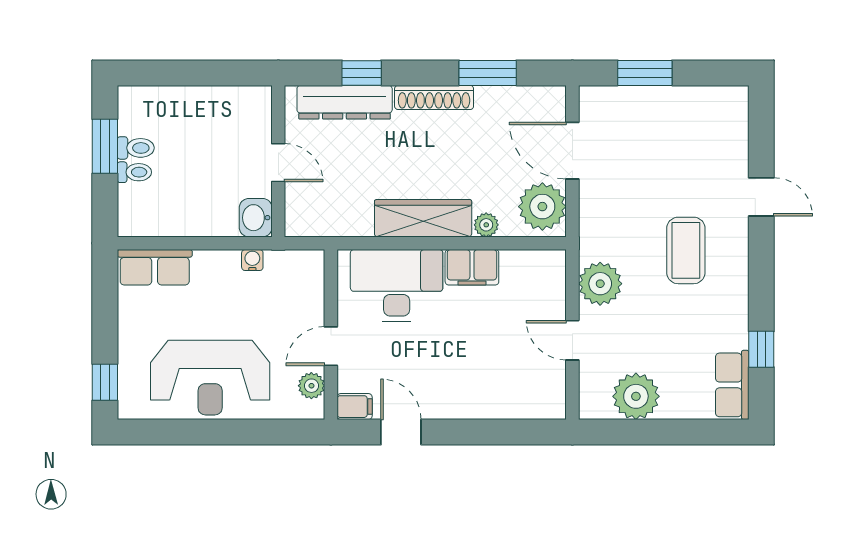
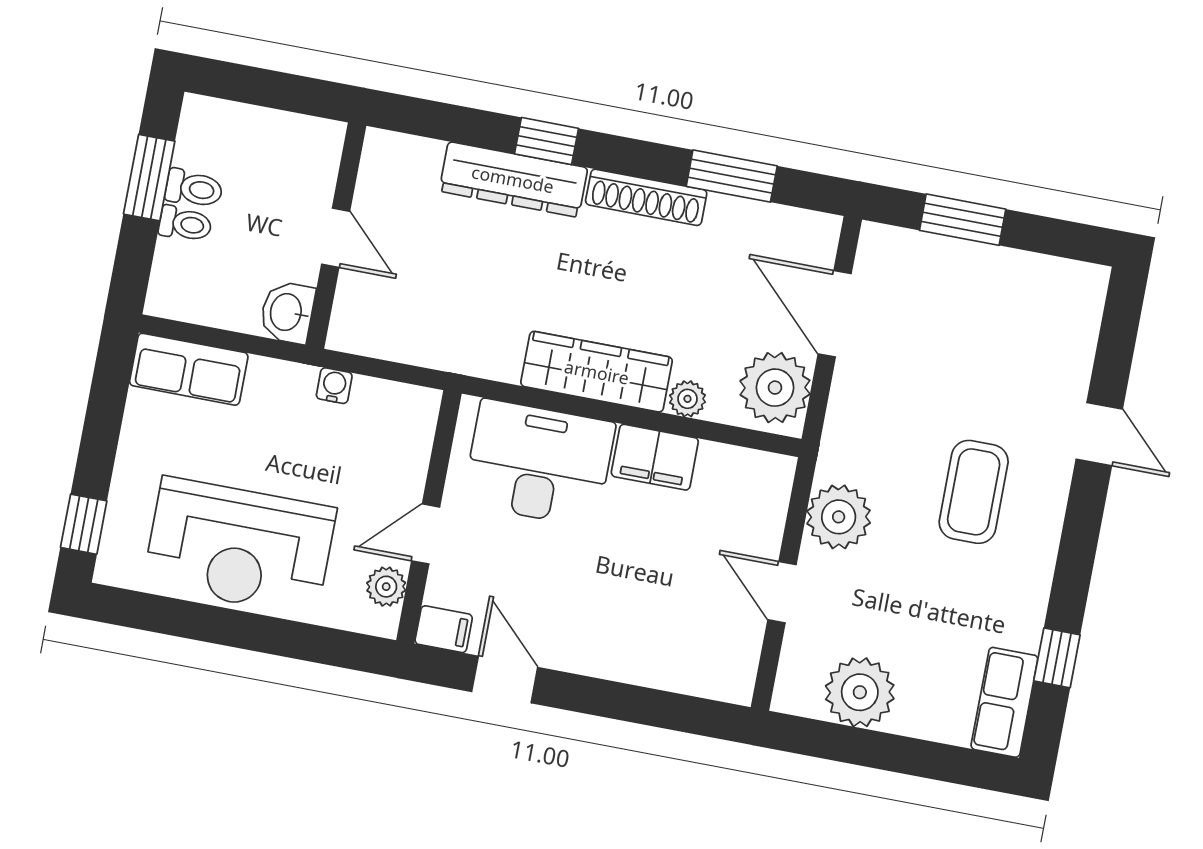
wall: (278, 161) -> (336, 236), moved
door: (278, 163) -> (336, 238), moved
washbasin: (256, 218) -> (287, 312), moved

